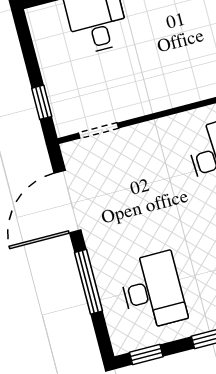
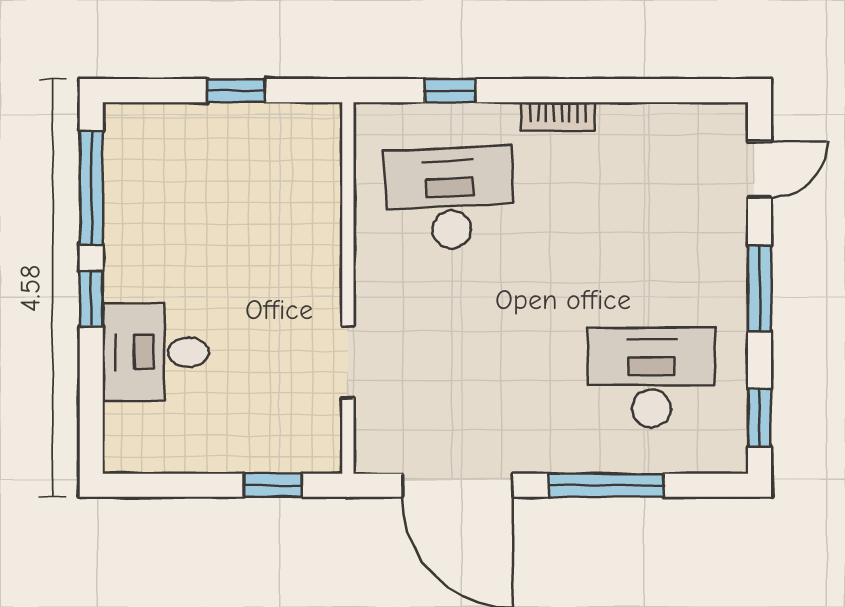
doorway: (99, 131) -> (348, 362), moved

